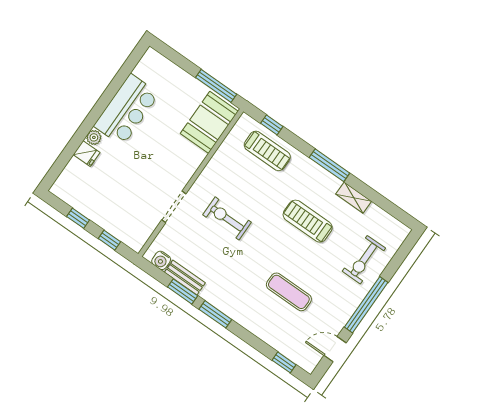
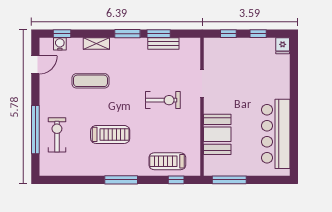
bar counter: (126, 110) -> (276, 134), width x1.36
booth: (209, 122) -> (217, 134), moved
plant: (94, 137) -> (284, 92), removed
fridge: (86, 153) -> (283, 46), moved, turned -90
shelving: (354, 198) -> (96, 43), moved
water cooler: (161, 260) -> (60, 44), moved
window: (366, 305) -> (35, 130), moved

